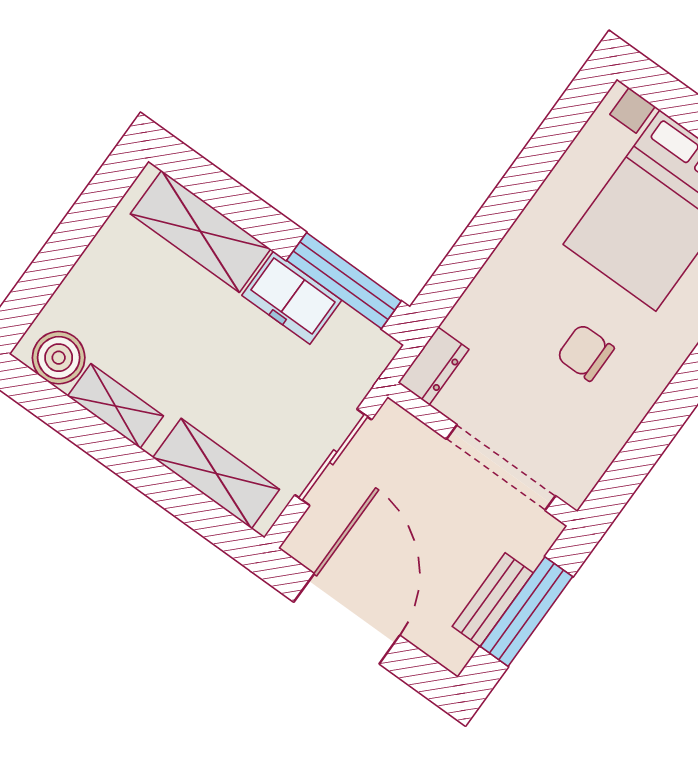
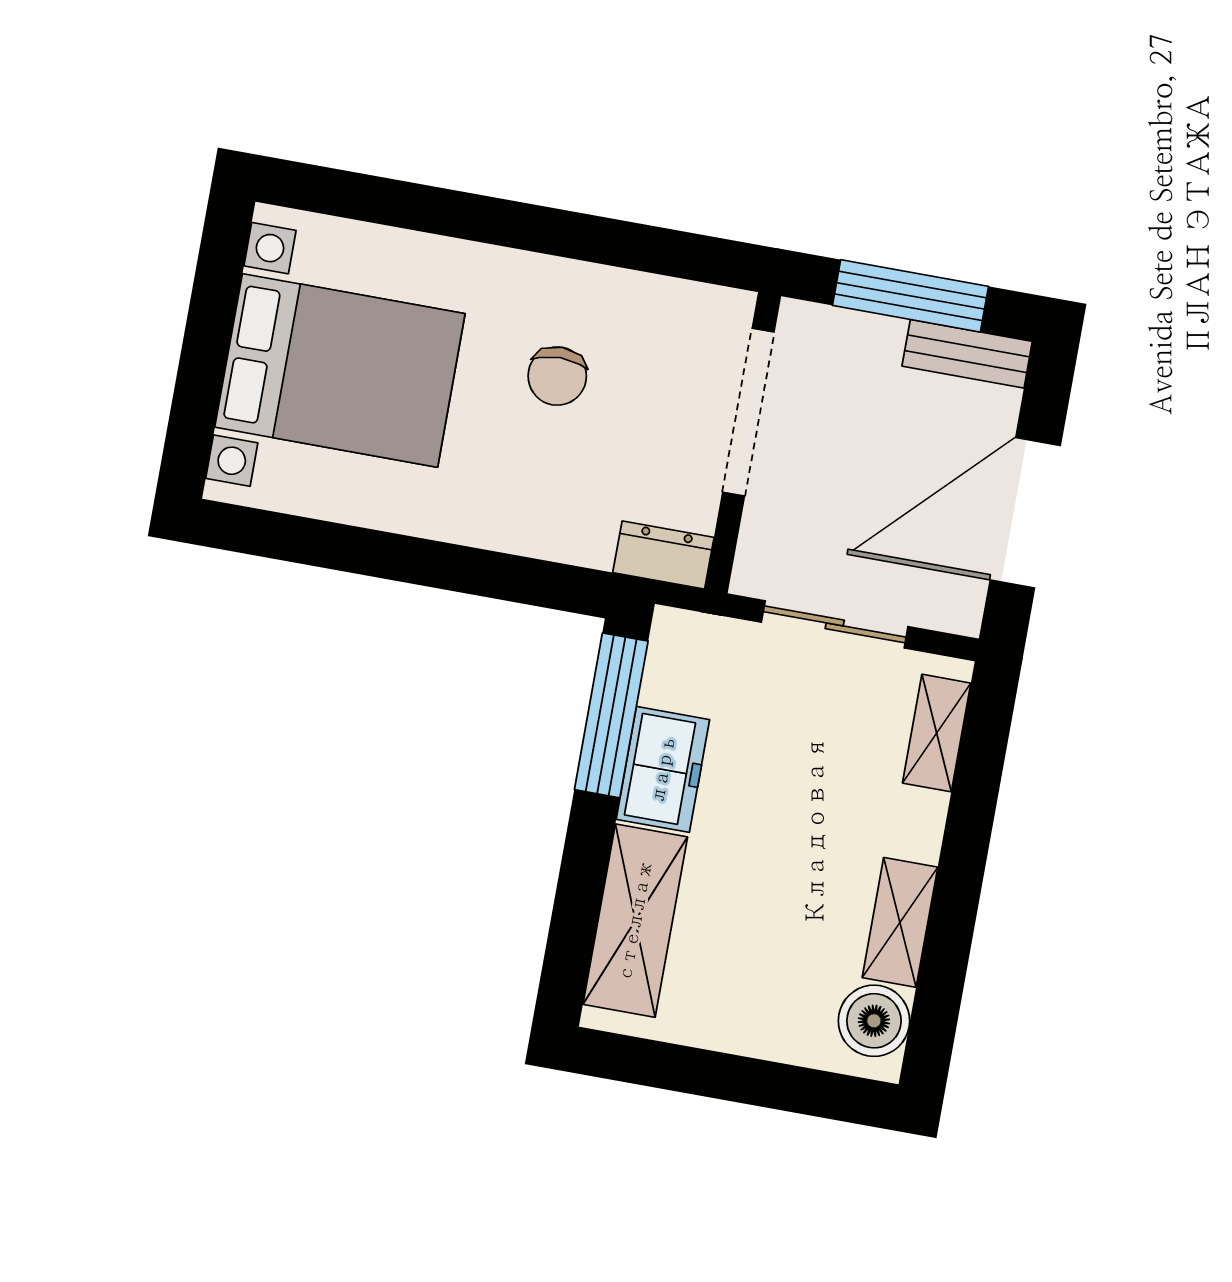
shelving: (216, 474) -> (937, 733), width x0.67, depth x0.75
bench: (493, 600) -> (967, 354), moved

